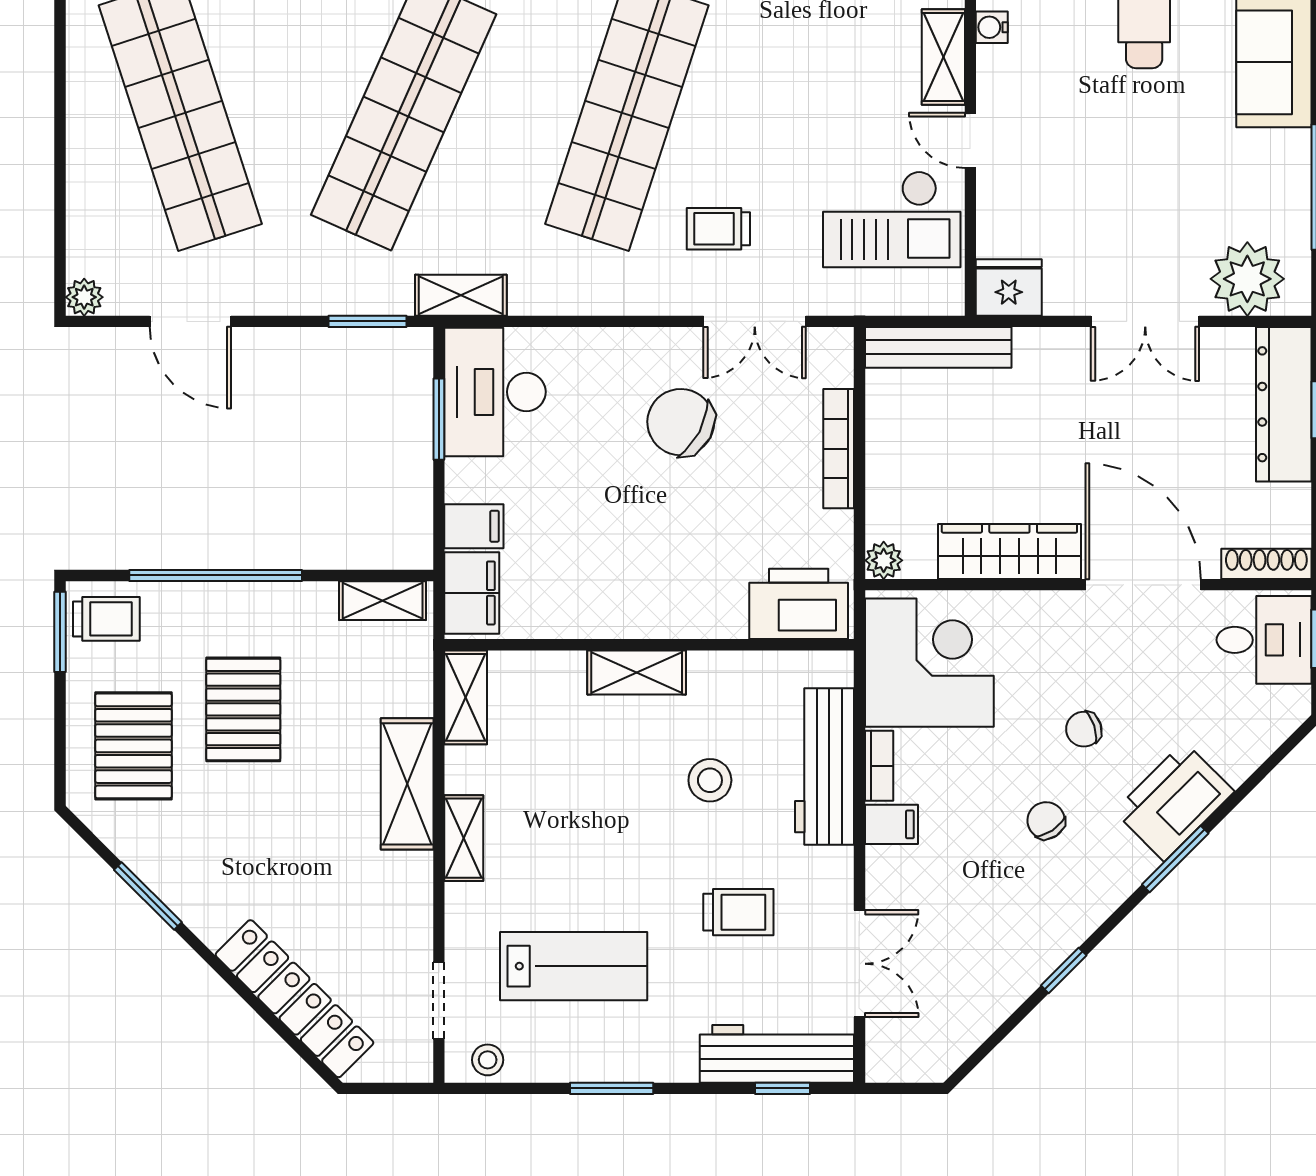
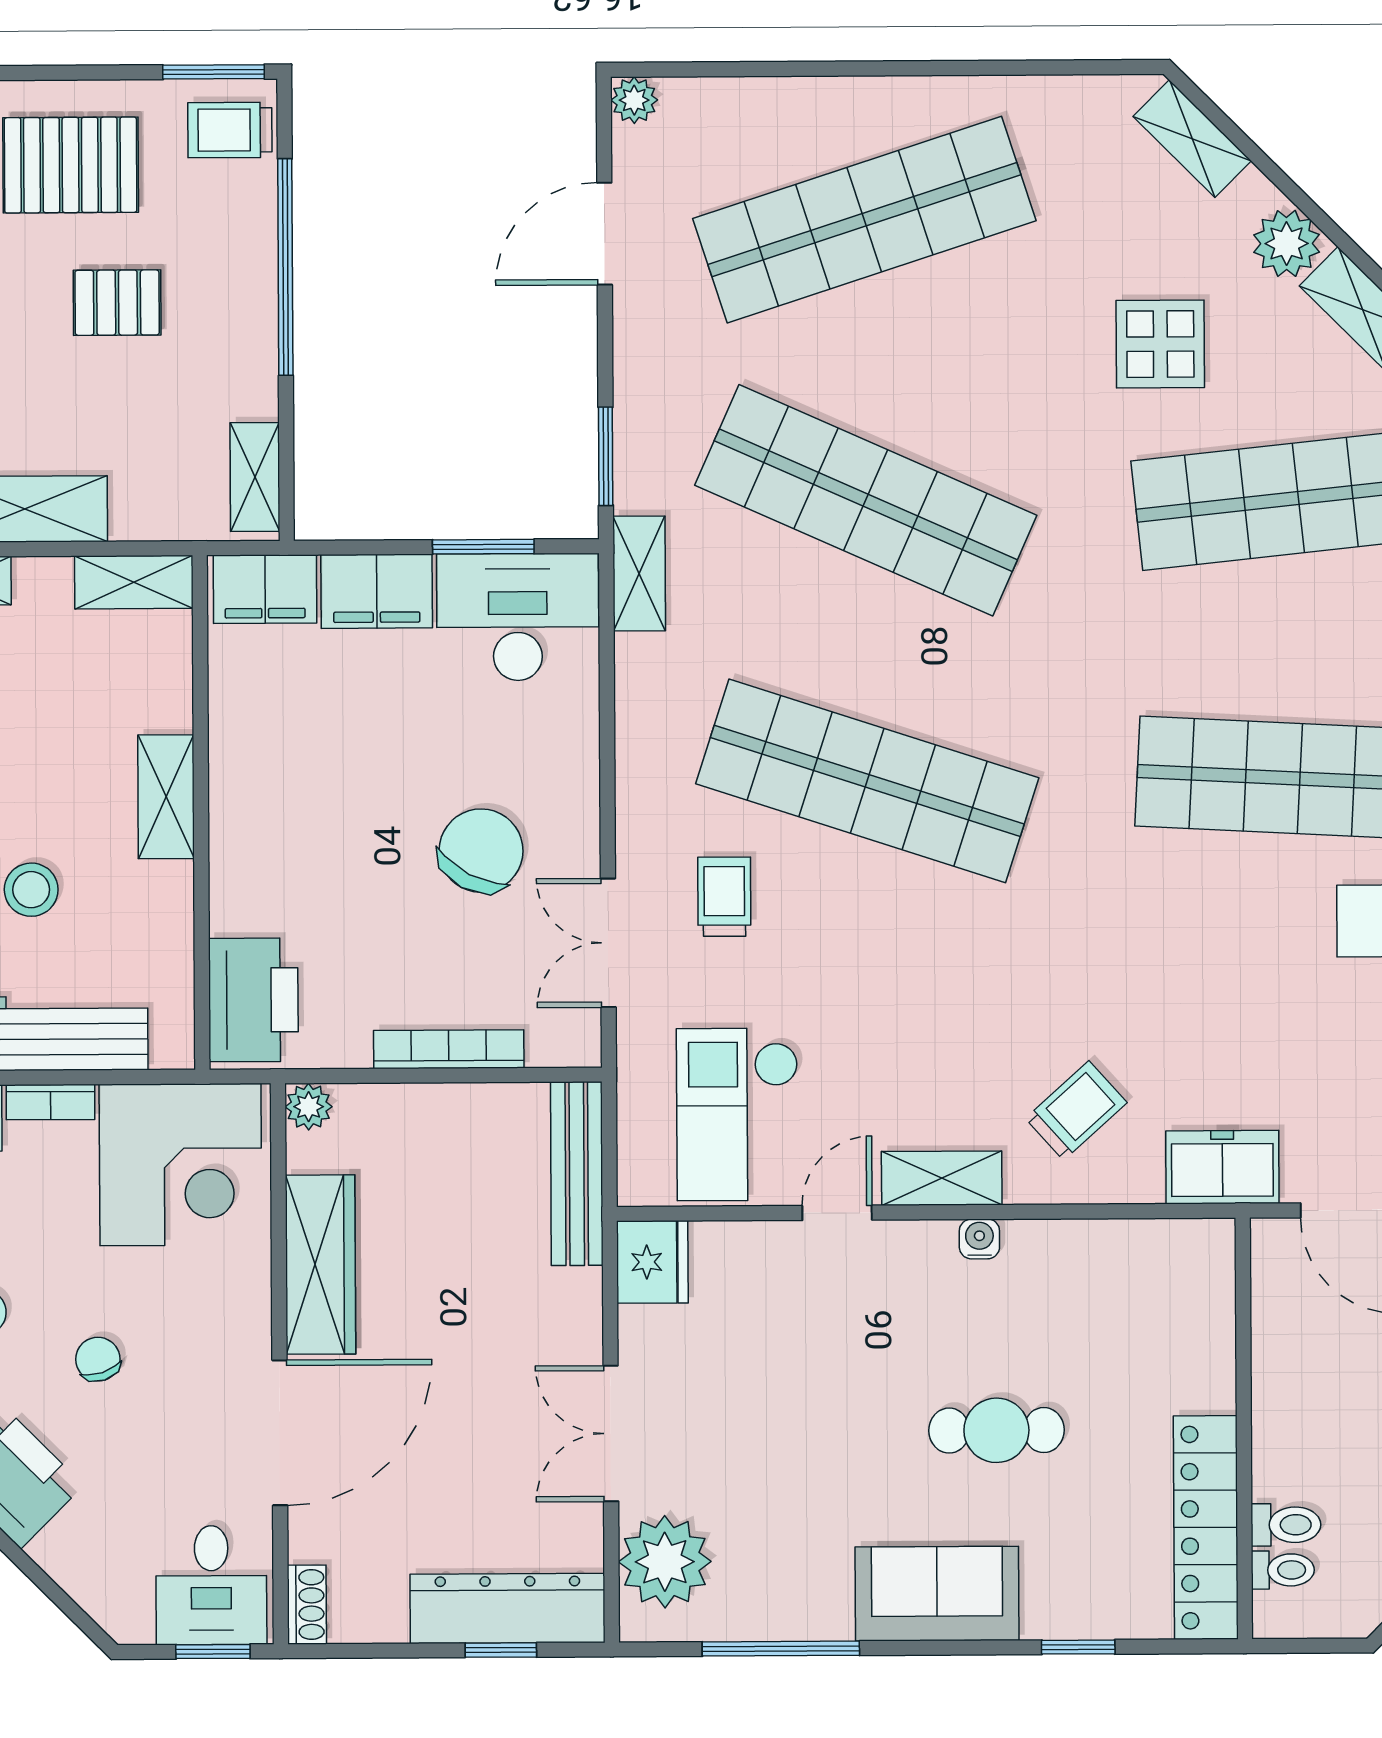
filing cabinet: (474, 526) -> (377, 591), width x2.00
shoe rack: (1266, 564) -> (307, 1605), width x0.70
trolley: (106, 619) -> (230, 130), turned 90
pallet: (243, 709) -> (117, 303), width x0.67, depth x0.71

